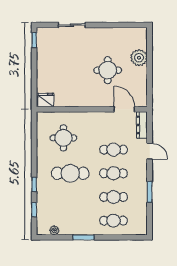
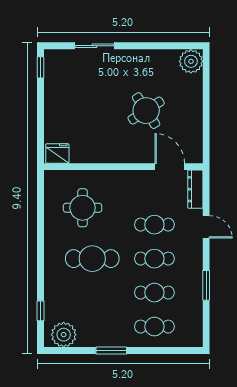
plant: (139, 58) -> (191, 61), moved
round table: (108, 70) -> (146, 111), turned -33
window: (34, 184) -> (41, 275), removed
plant: (54, 230) -> (64, 335), width x1.87, depth x1.87

